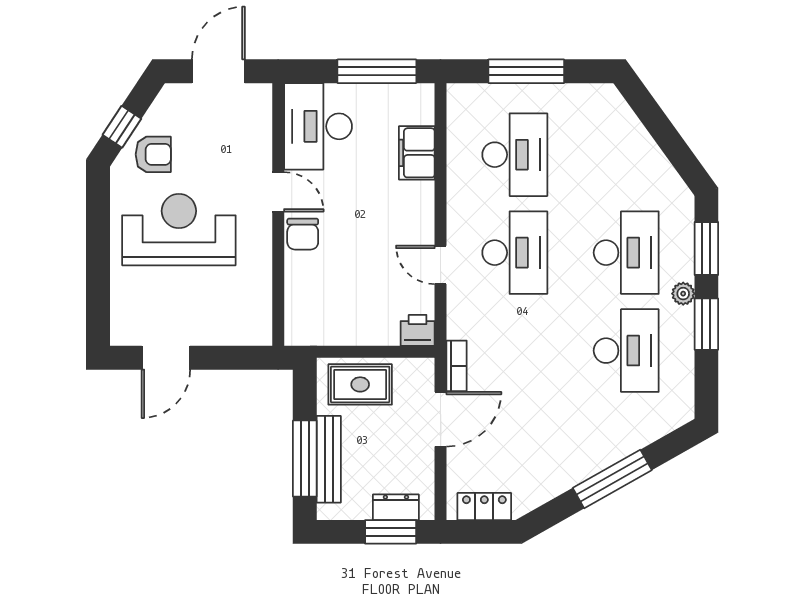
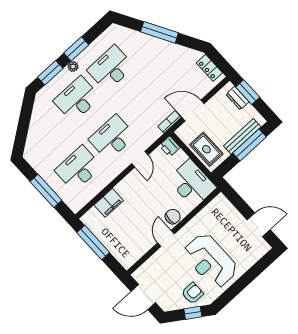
desk: (318, 126) -> (192, 183), moved, turned -90
armchair: (153, 154) -> (192, 293), turned 90

